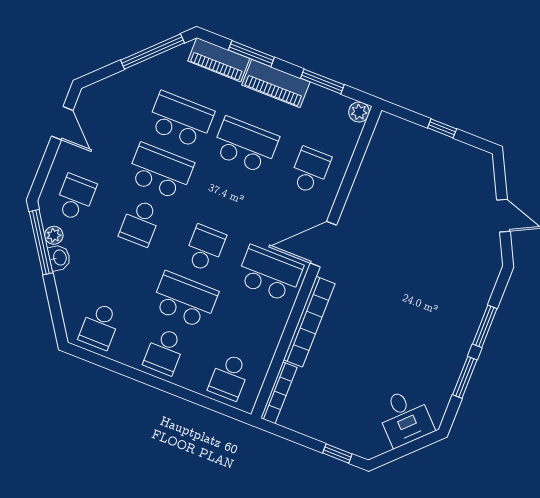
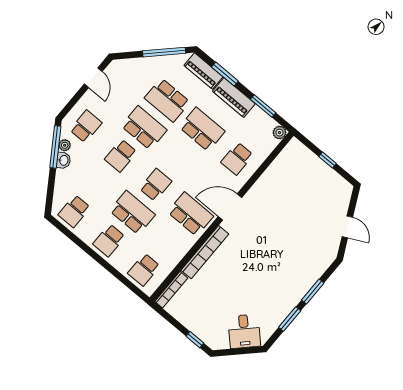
school desk: (181, 120) -> (167, 100), turned 180
school desk: (310, 170) -> (237, 159), turned 180

